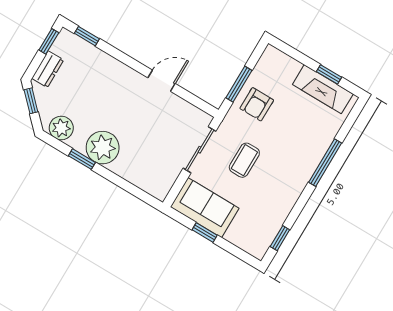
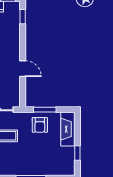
fireplace: (323, 89) -> (68, 129), moved
armchair: (257, 104) -> (40, 125), turned -90

